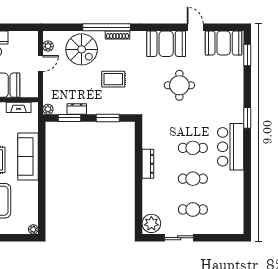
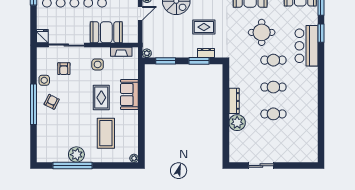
dresser: (77, 109) -> (206, 53), moved
window: (247, 118) -> (321, 33), moved
bar counter: (231, 147) -> (306, 46), moved
sofa: (28, 156) -> (129, 95), width x0.73
cafe table: (193, 209) -> (273, 60), moved
plant: (151, 223) -> (237, 123), moved

